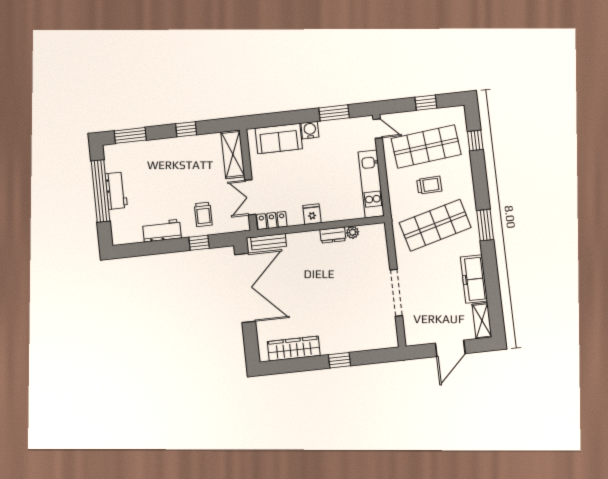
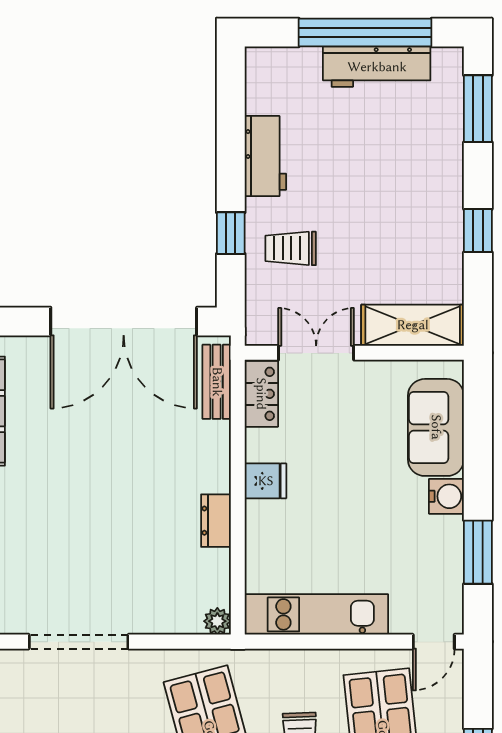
workbench: (116, 191) -> (377, 67), width x1.37
plant: (353, 232) -> (217, 621), moved

